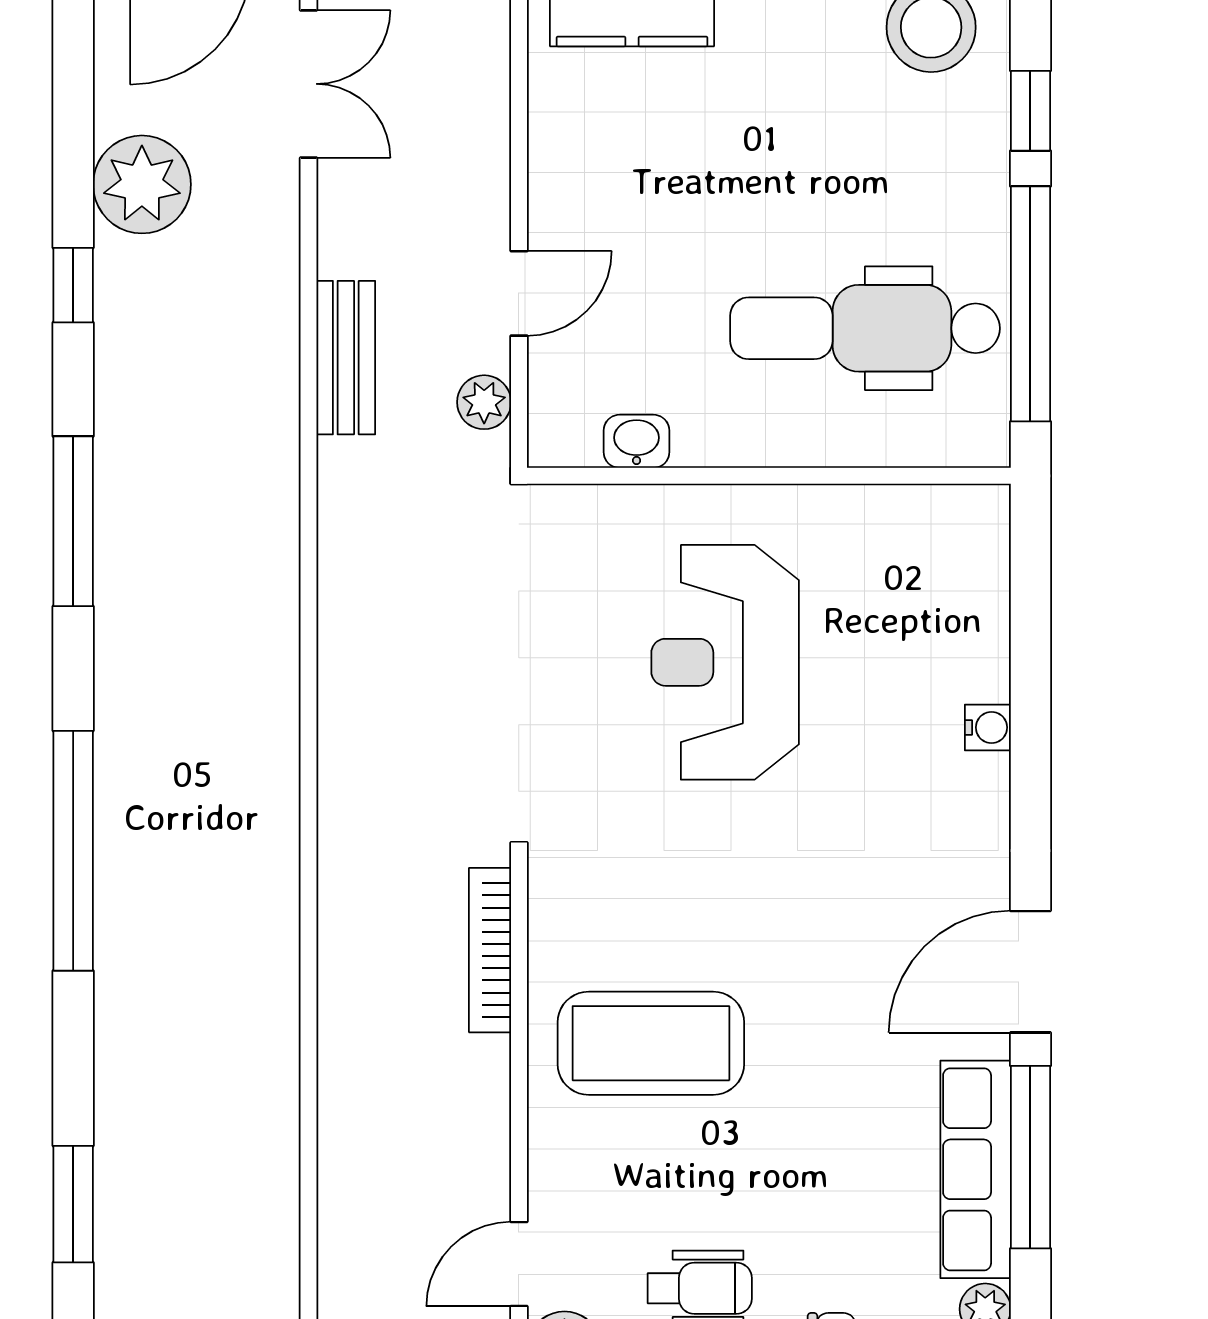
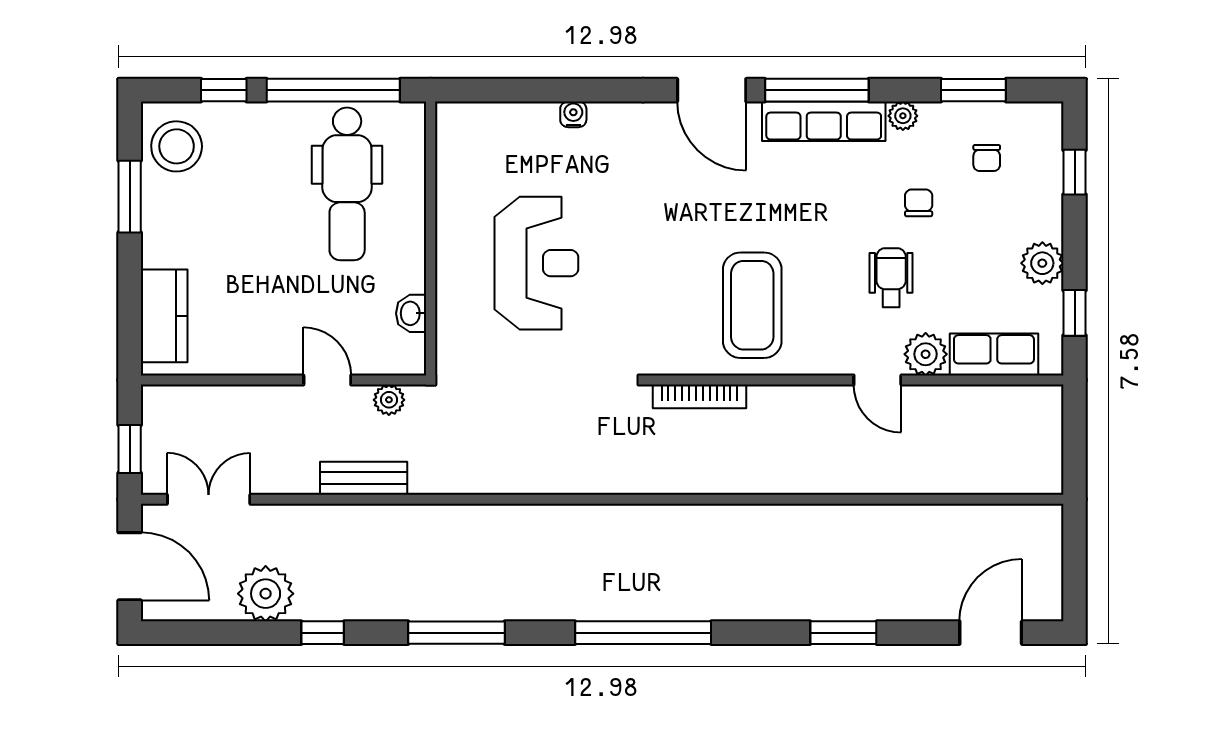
reception desk: (725, 662) -> (536, 263), turned -90

